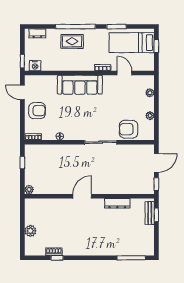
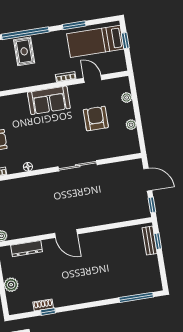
rug: (72, 41) -> (24, 51), turned 90
sofa: (80, 85) -> (49, 100), width x0.73
armchair: (129, 129) -> (96, 119), moved, turned 90
door: (156, 163) -> (148, 180), hinge flipped
door: (82, 196) -> (66, 234), swing flipped
dresser: (117, 203) -> (27, 249), moved

